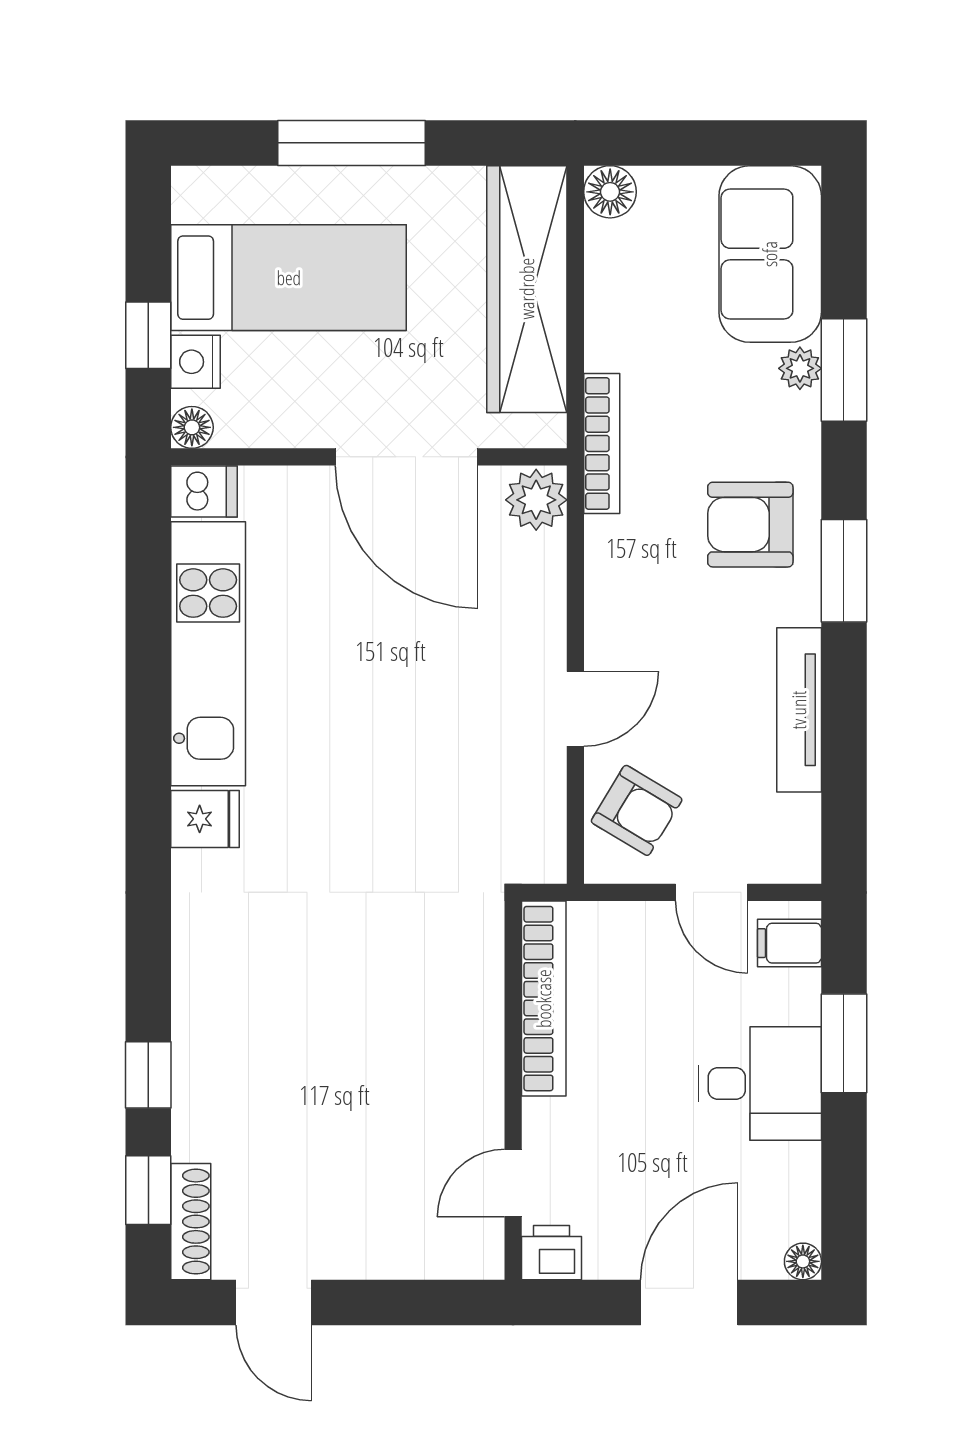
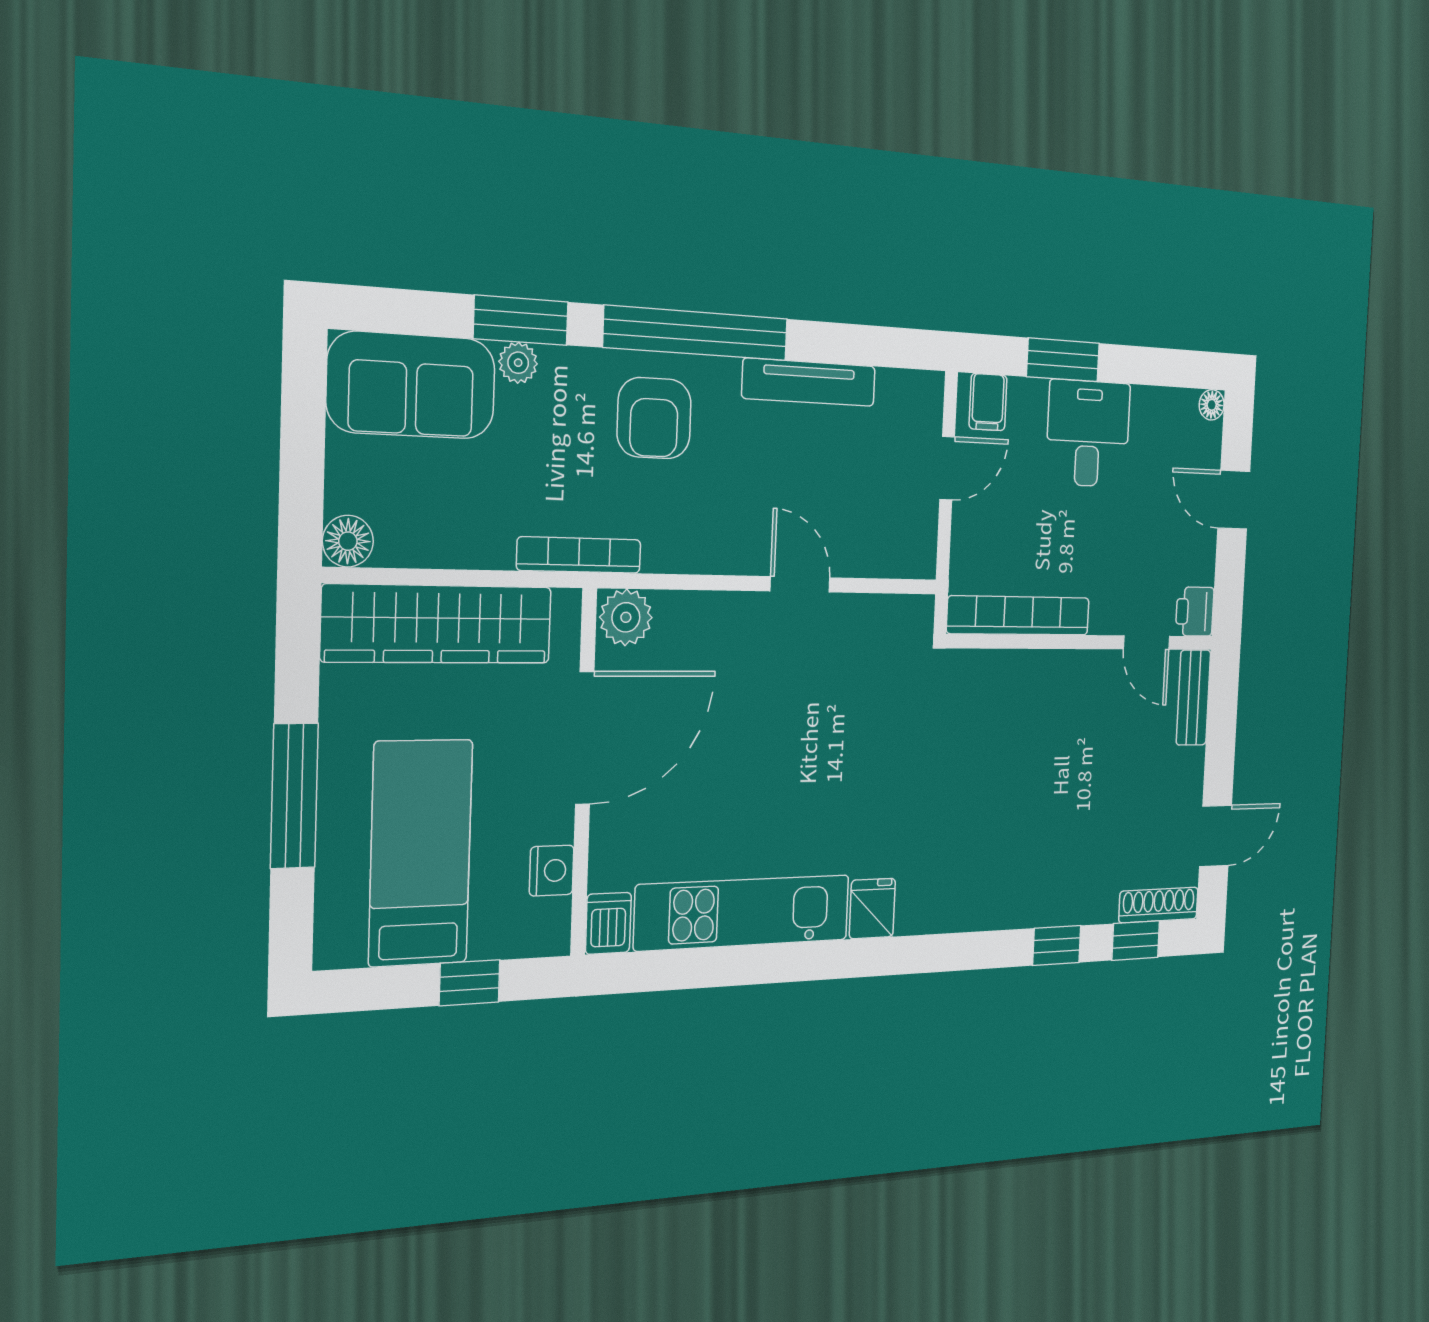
nightstand: (195, 362) -> (552, 871), moved, turned -90
floor lamp: (192, 427) -> (553, 937), removed
window: (844, 571) -> (696, 333), width x2.11
armchair: (637, 810) -> (882, 532), removed
bench: (446, 1257) -> (1193, 698), added
door: (689, 1302) -> (1234, 500), width x0.73

